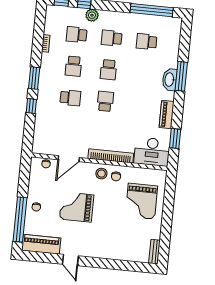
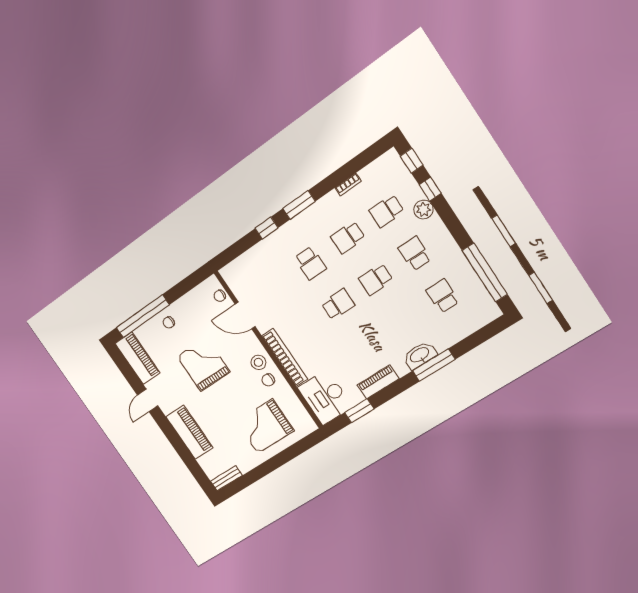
school desk: (77, 35) -> (387, 211), turned -90
piano: (109, 251) -> (189, 432), added

